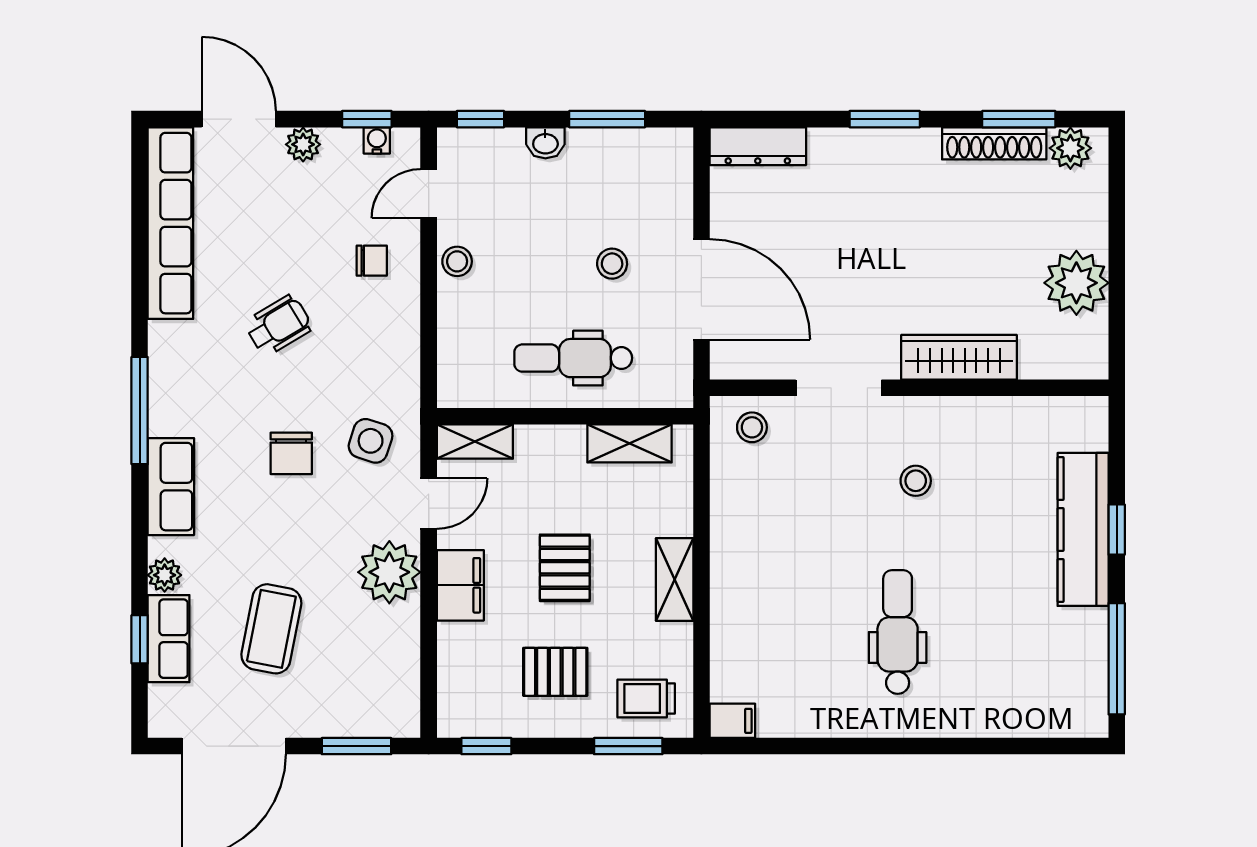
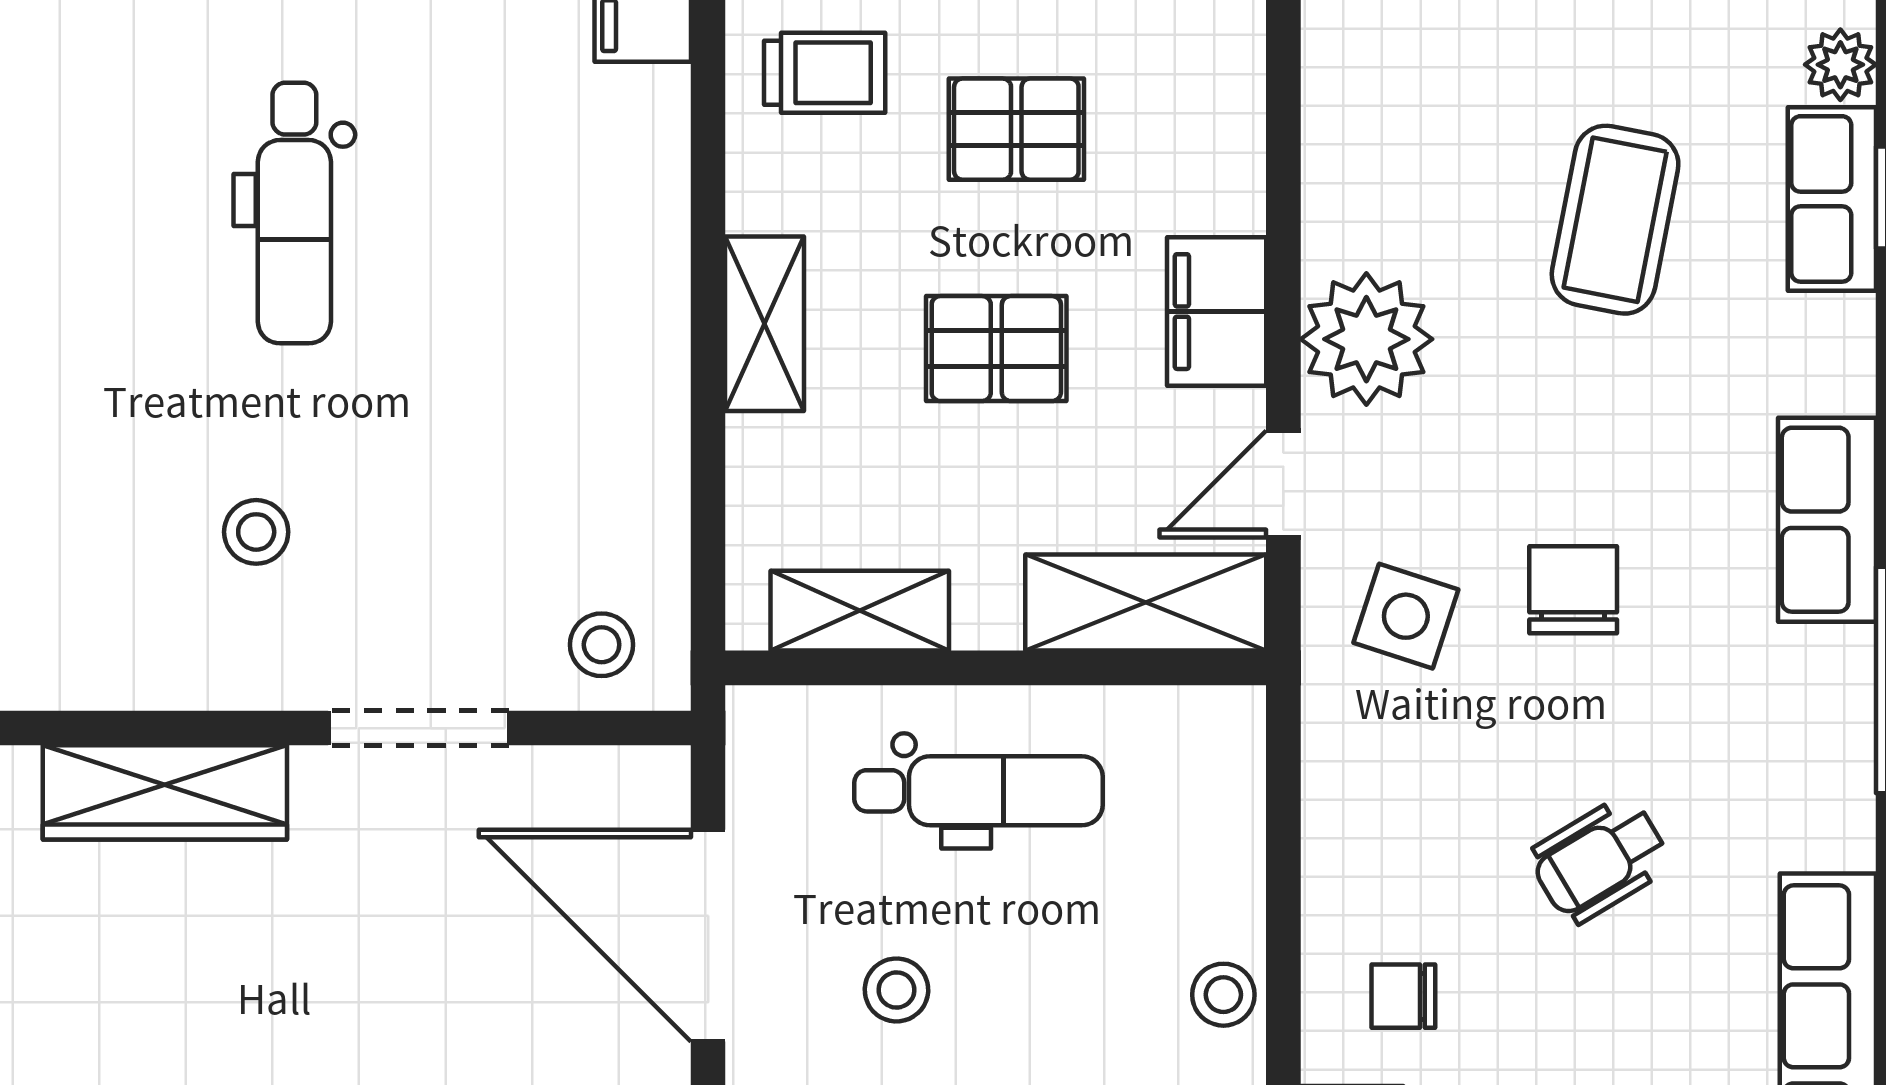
shelving: (475, 442) -> (1146, 603), width x1.50, depth x1.33
pallet: (565, 568) -> (996, 349), turned 90
plant: (165, 575) -> (1840, 65), moved

